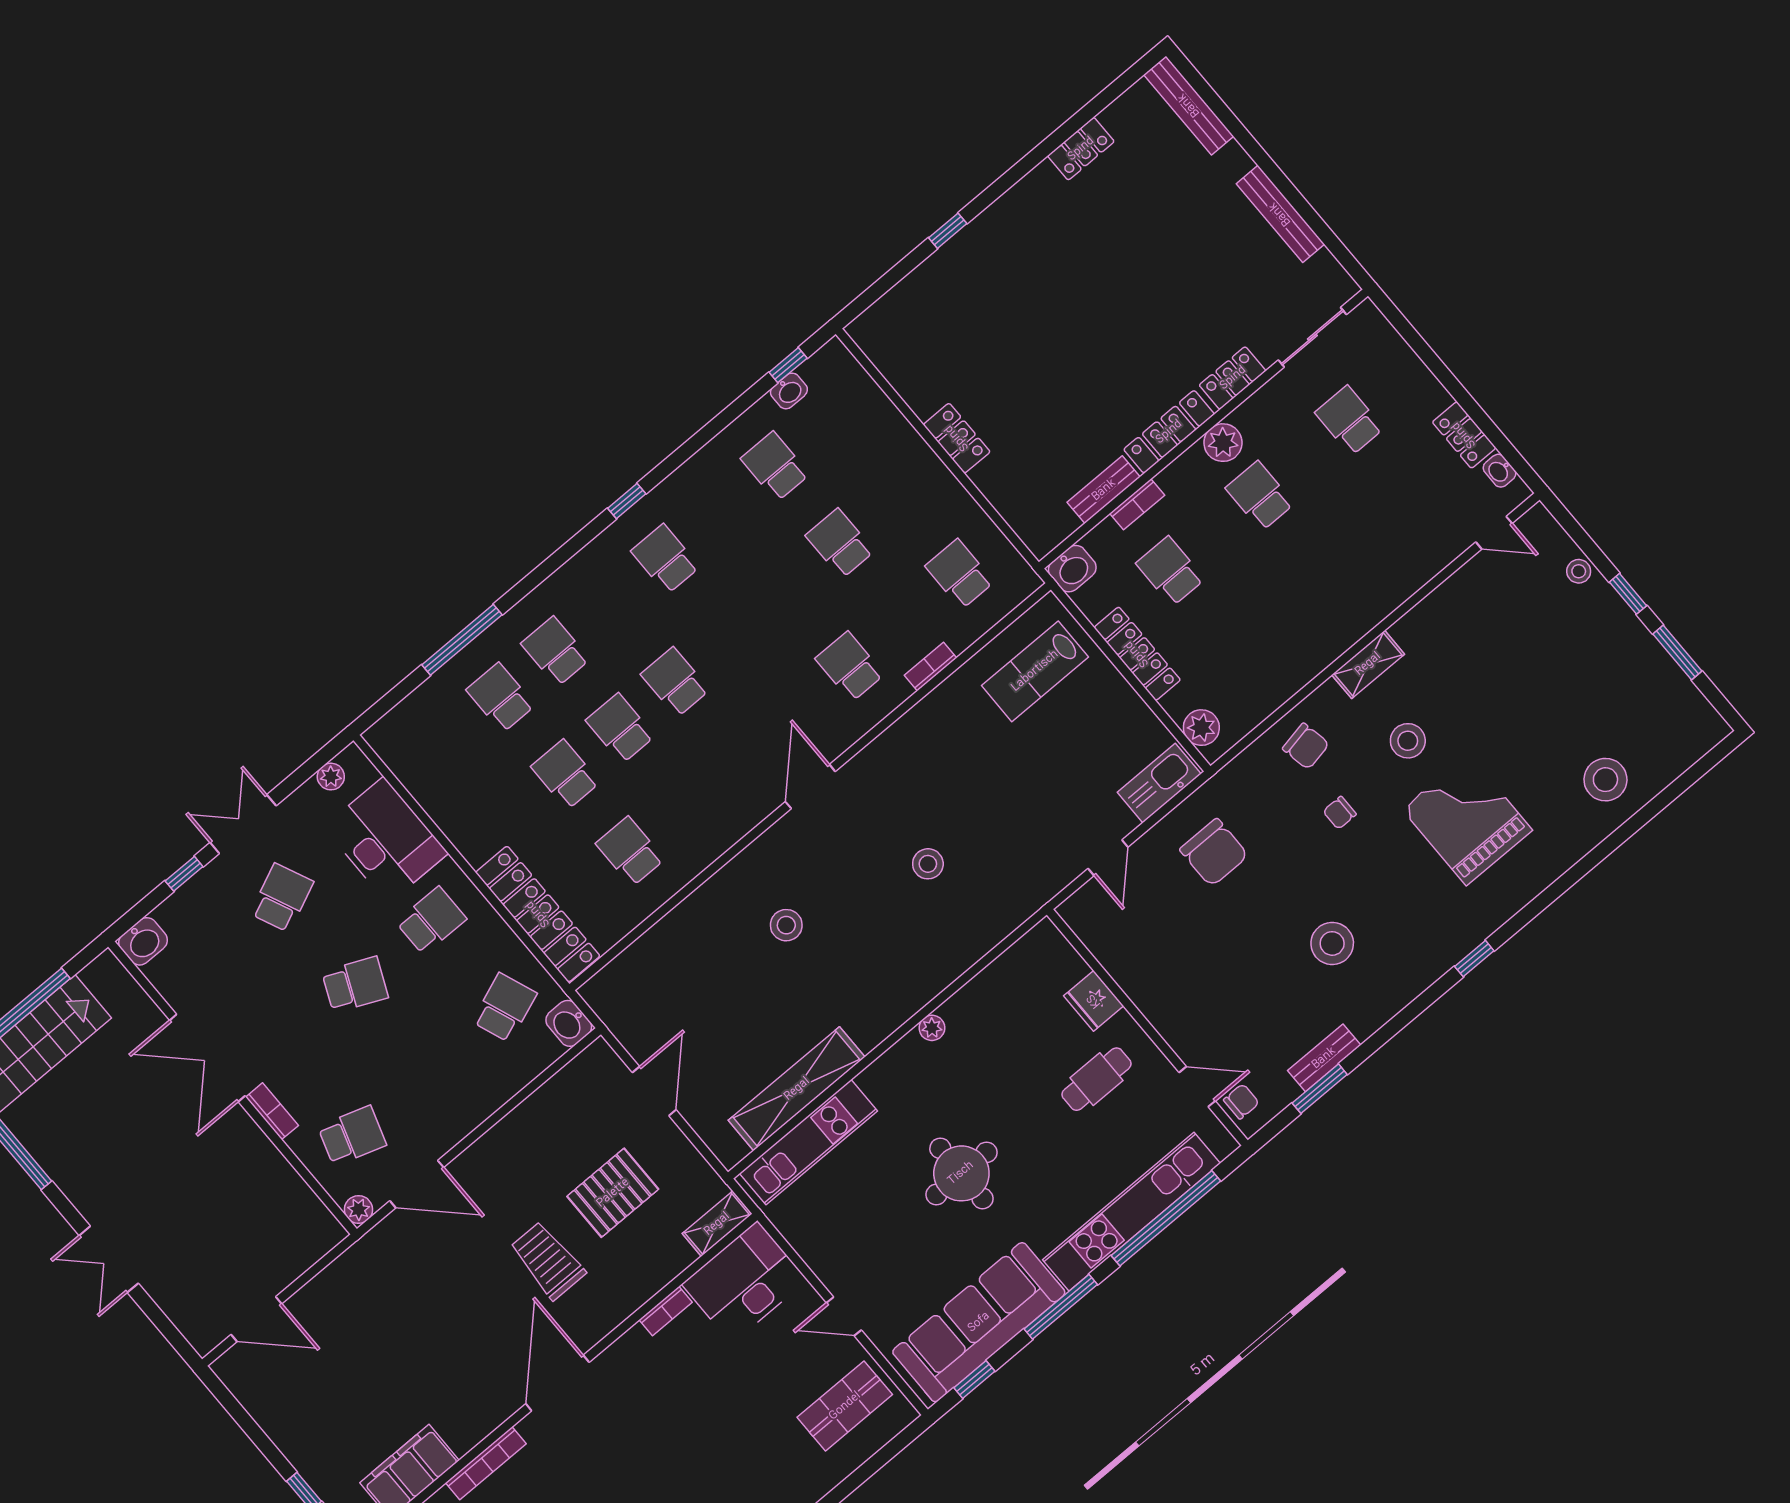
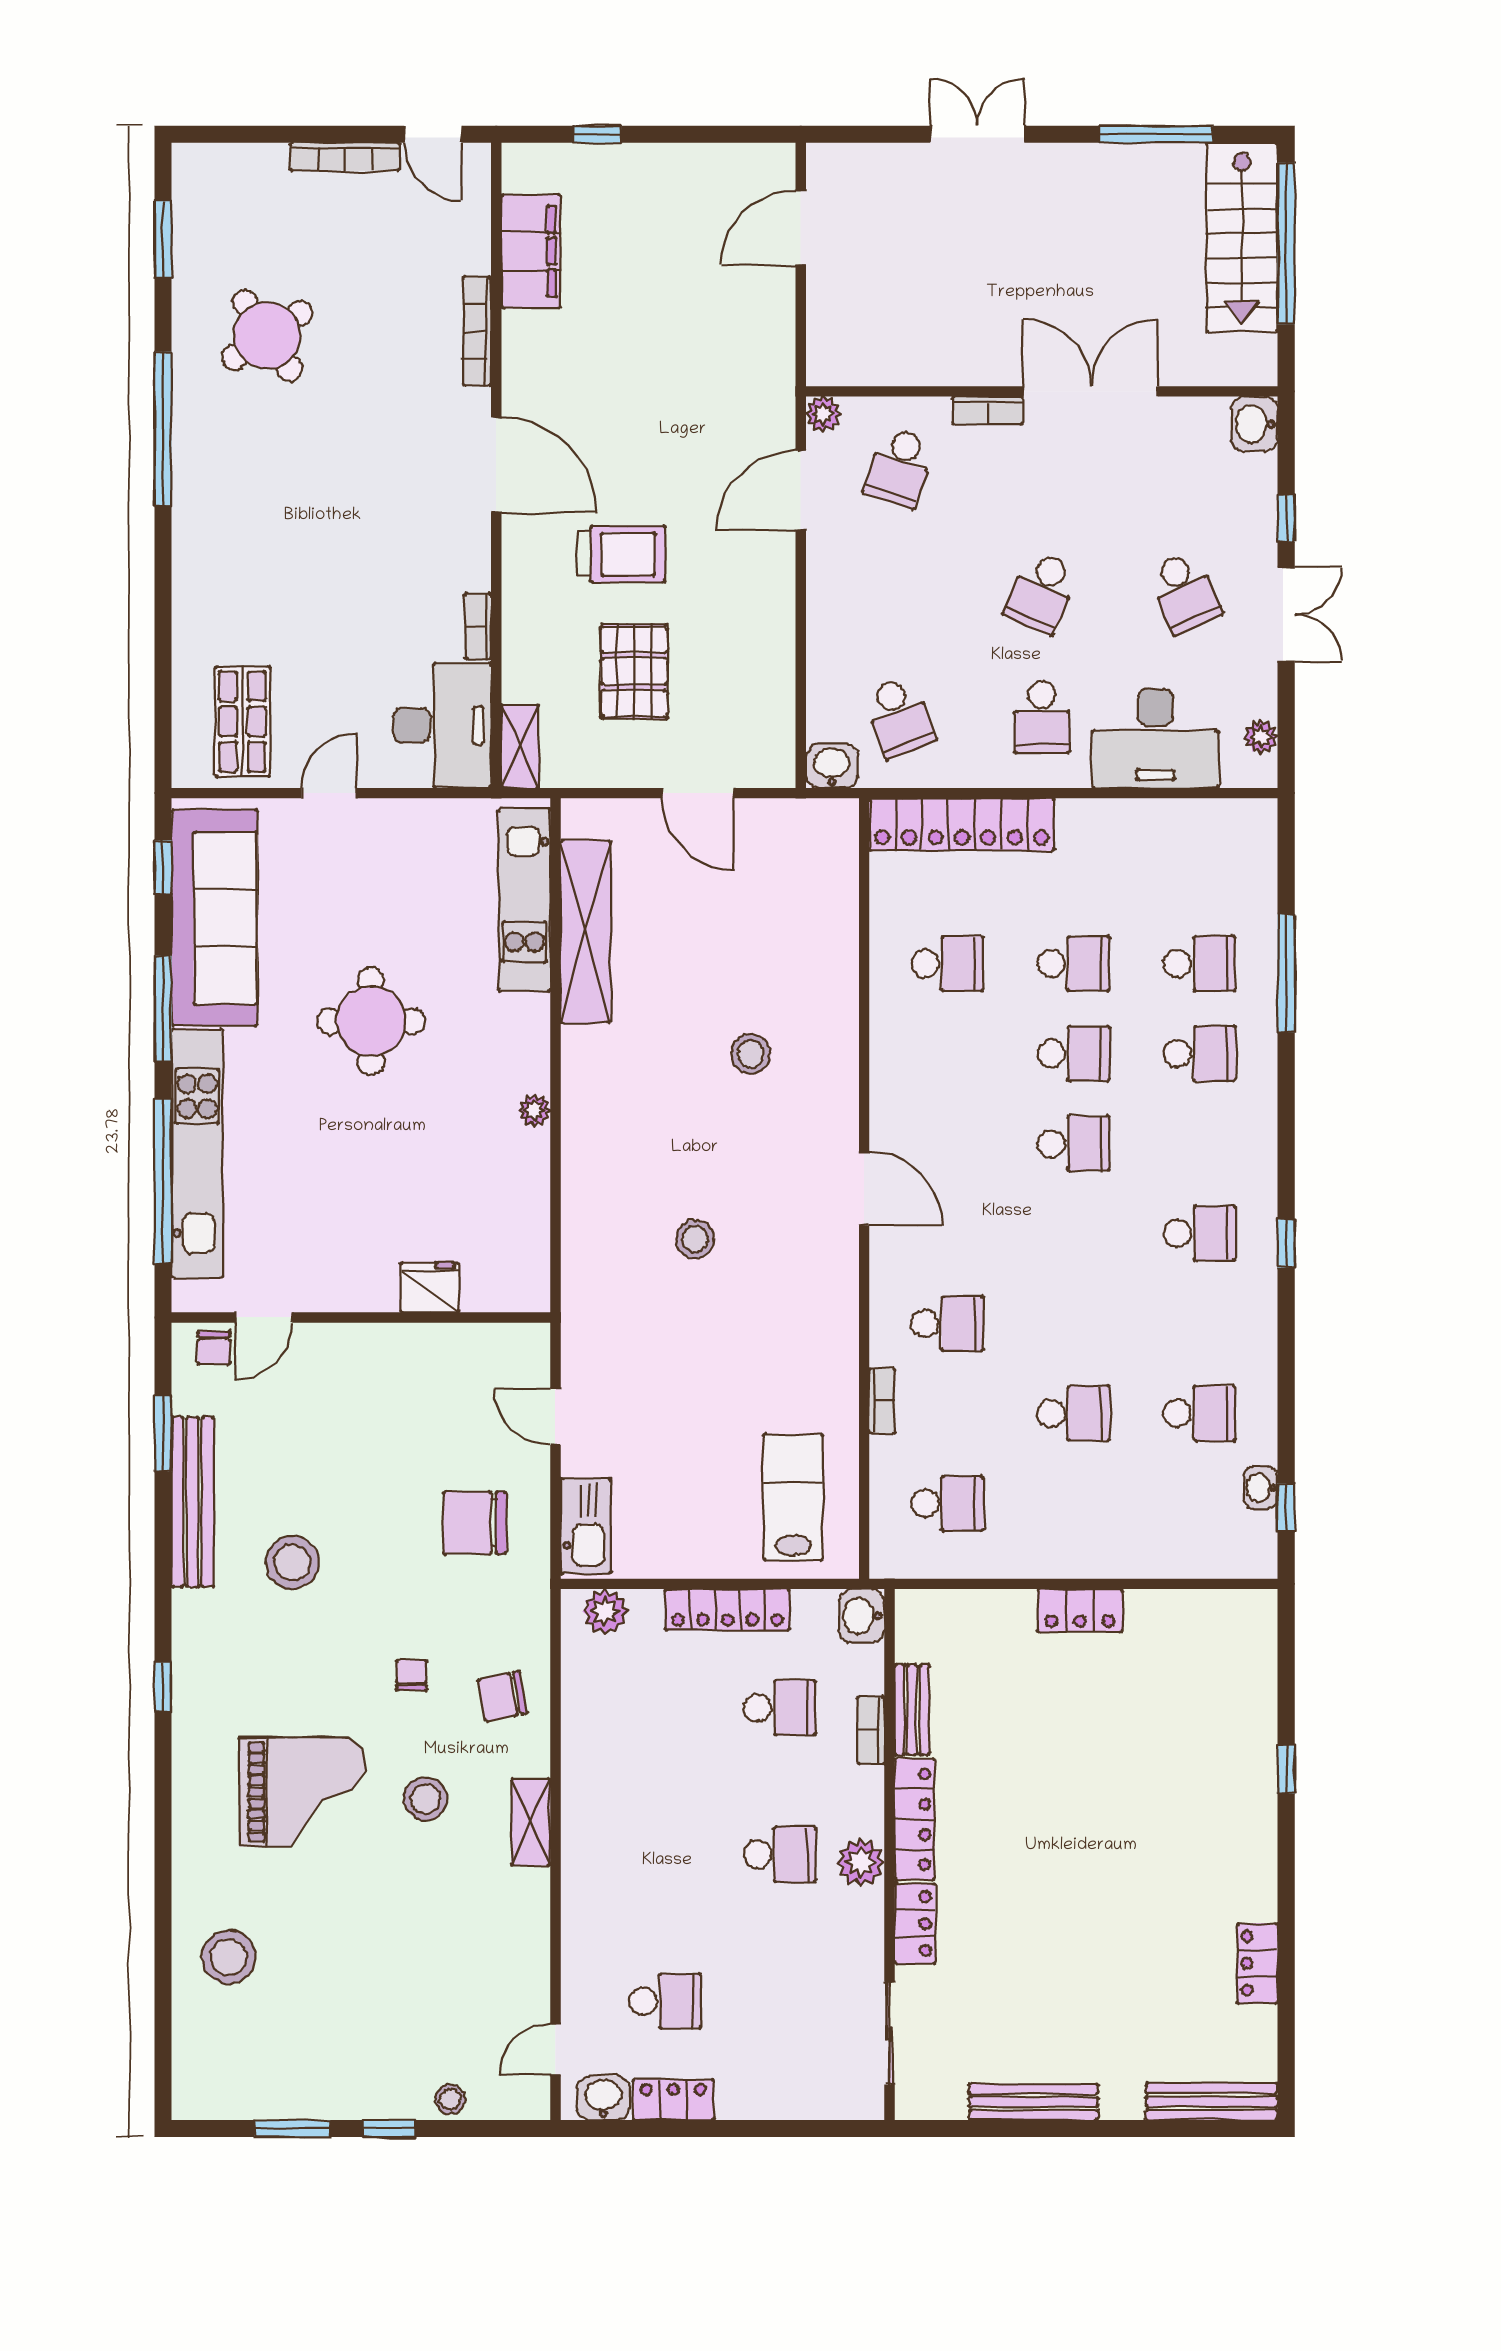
school desk: (1349, 421) -> (665, 2001), moved
washbasin: (1499, 471) -> (603, 2098), width x1.38, depth x1.45
bench: (1324, 1058) -> (193, 1502), width x1.86, depth x1.21
cafe table: (1096, 1079) -> (352, 1227), removed

